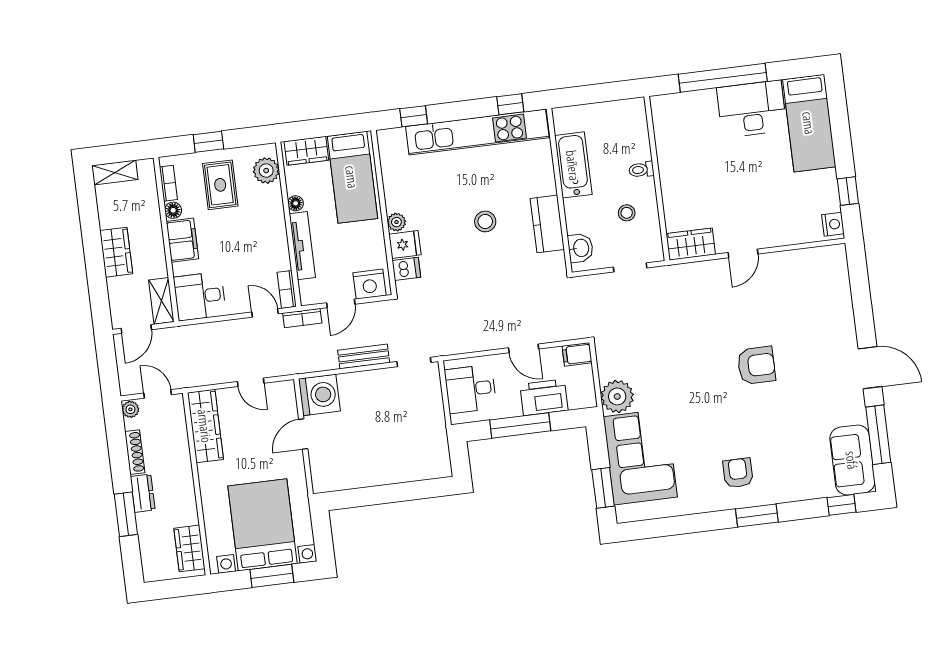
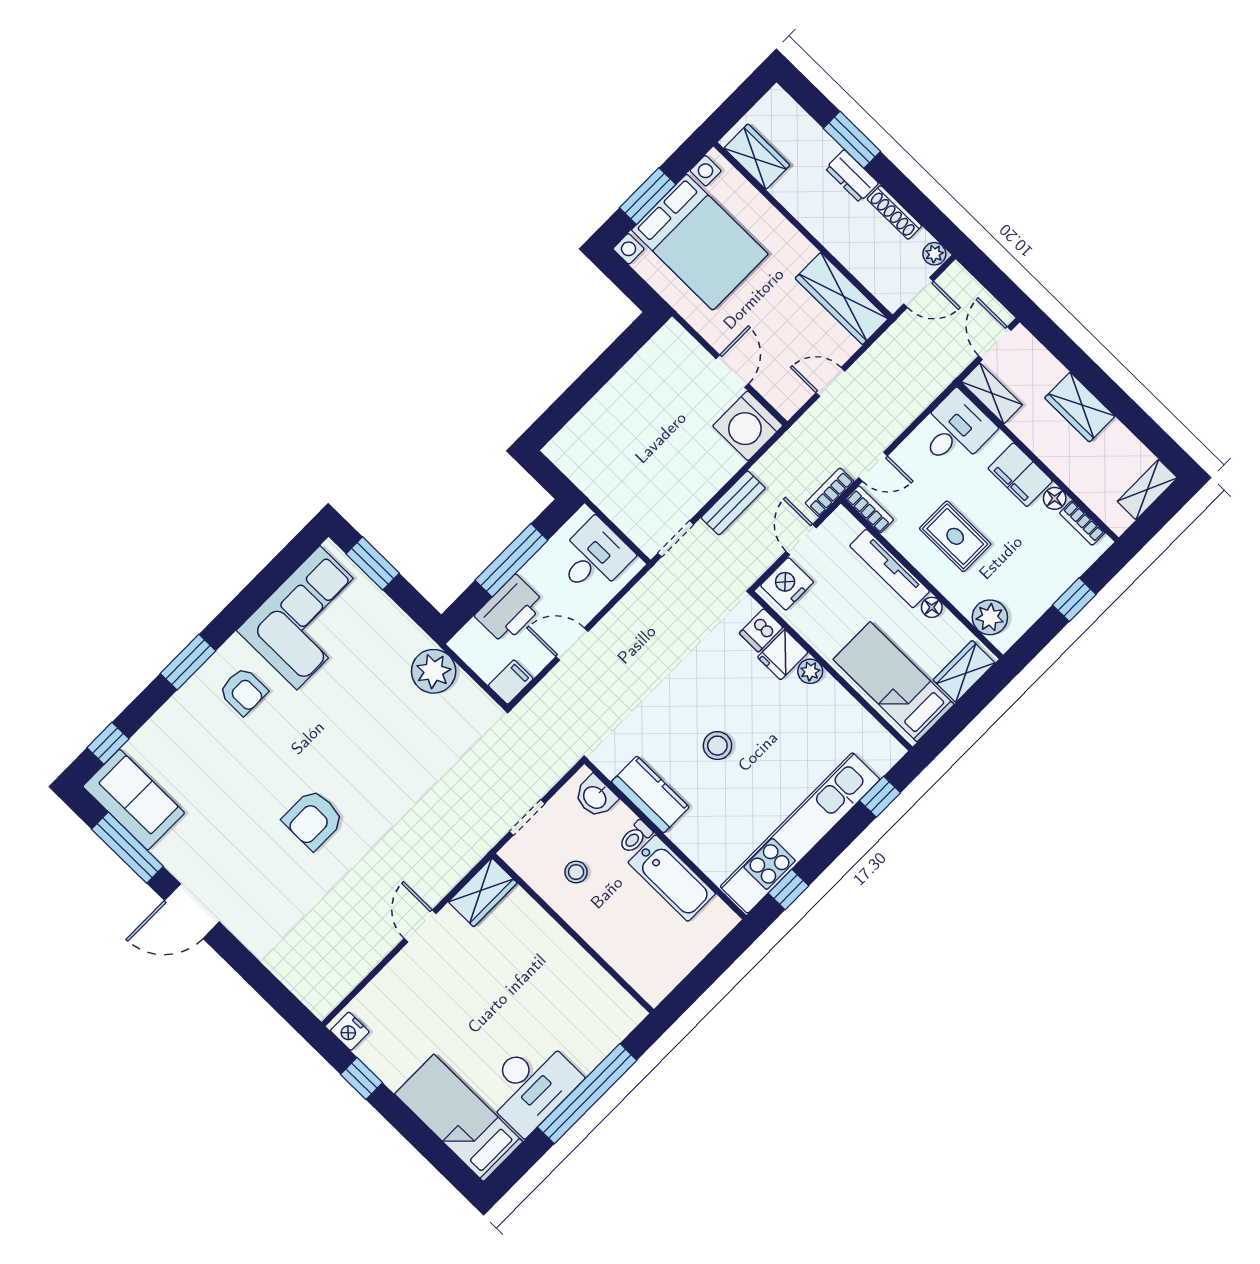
toilet: (641, 170) -> (635, 837), moved, turned 180
rug: (220, 185) -> (955, 536), moved
corner sofa: (640, 457) -> (308, 618), moved, turned -90

